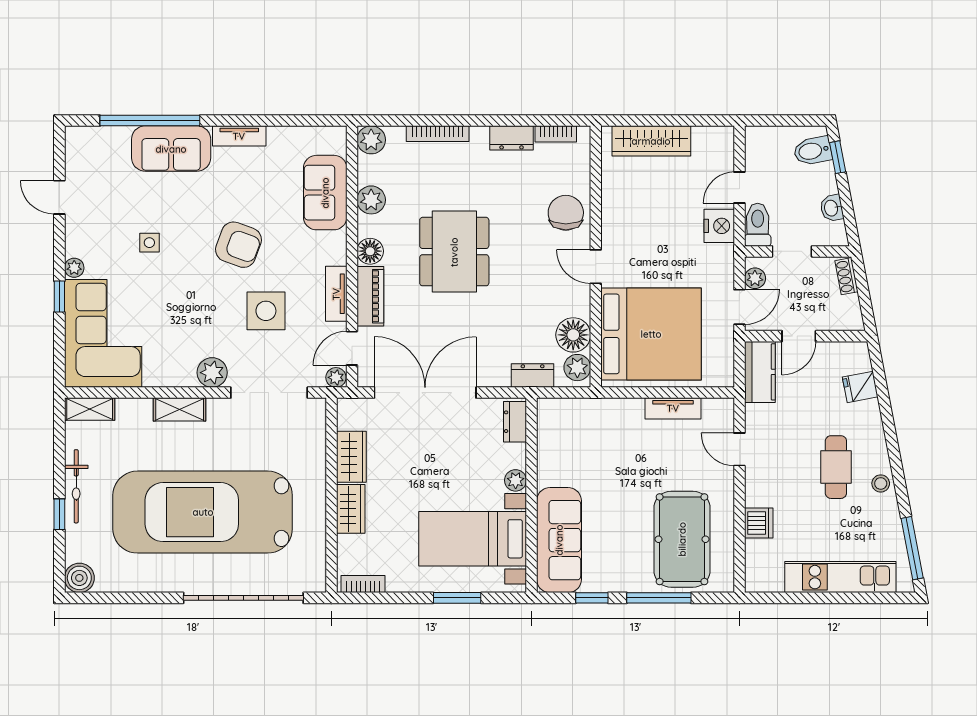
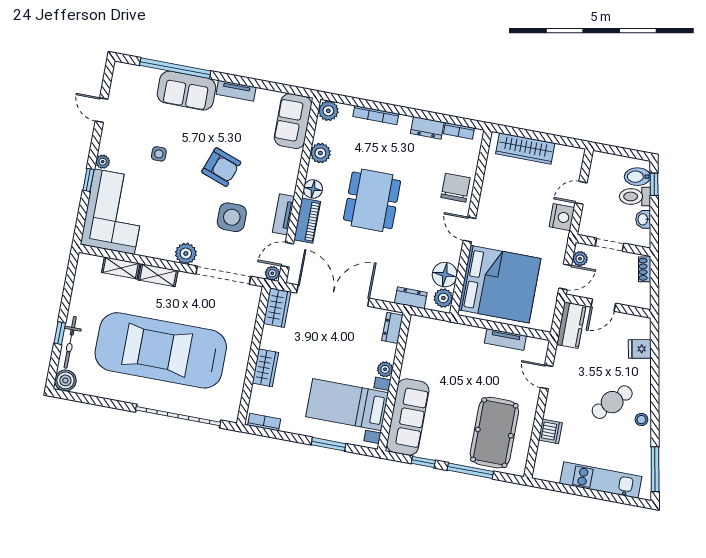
sofa: (325, 193) -> (293, 121), moved
toilet: (758, 225) -> (635, 196), moved, turned -101
shelving: (90, 409) -> (121, 268), moved
wardrobe: (351, 457) -> (277, 308), moved
cafe table: (836, 467) -> (612, 402), turned 44
bicycle: (76, 486) -> (70, 342), moved

